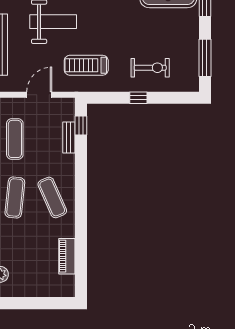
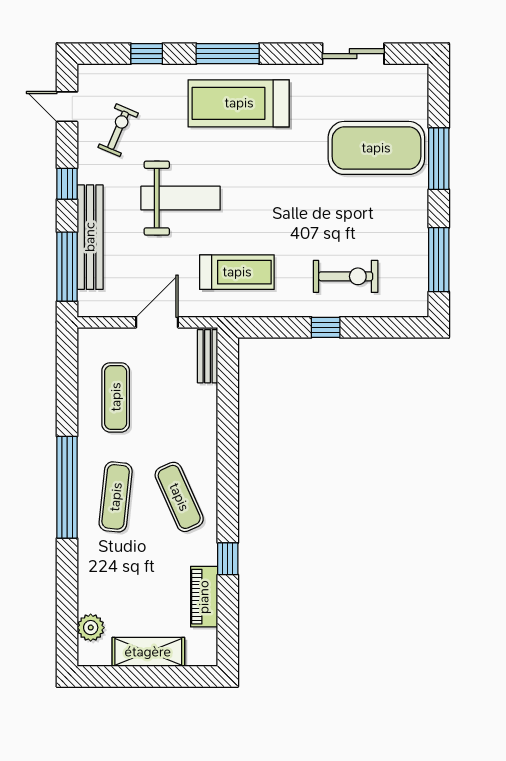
treadmill: (86, 65) -> (237, 272), turned 180
window: (81, 126) -> (228, 559), moved
bench: (69, 137) -> (208, 356), moved
shelving: (34, 289) -> (148, 652), added

